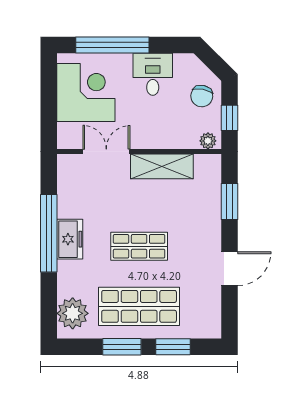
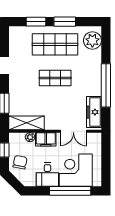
corner desk: (86, 93) -> (76, 170), moved, turned 90
filing cabinet: (156, 137) -> (46, 139), added
plant: (208, 141) -> (30, 137), moved
shelving: (162, 166) -> (27, 123), moved
freezer: (70, 239) -> (94, 112), moved, width x1.40

